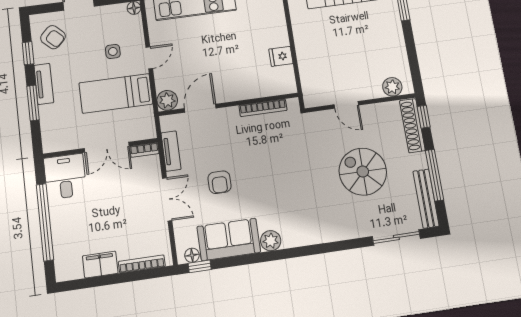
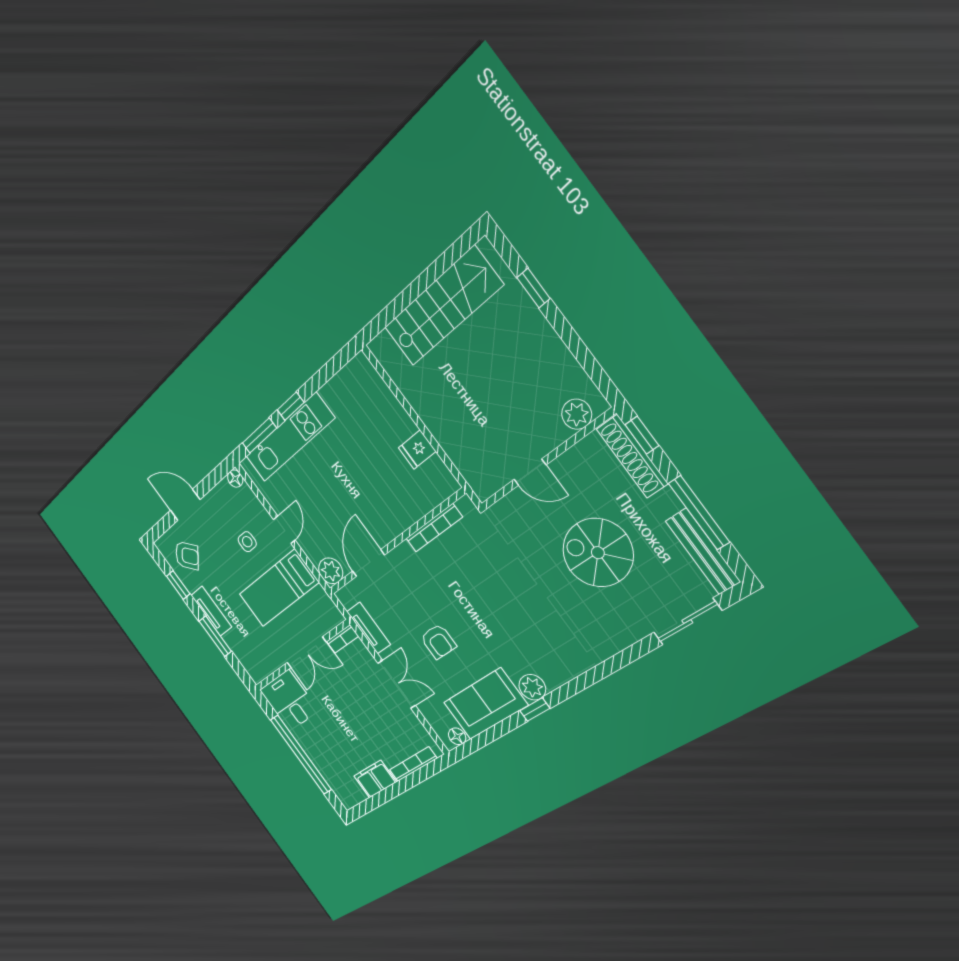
window: (200, 266) -> (535, 709), moved

